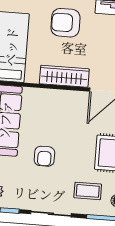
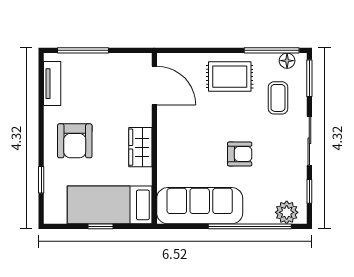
wardrobe: (64, 76) -> (140, 147), width x0.67

